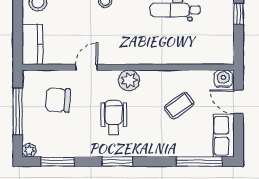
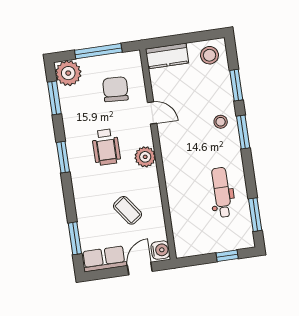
wheelchair: (114, 118) -> (106, 147), turned 90
plant: (29, 150) -> (68, 73), width x1.88, depth x1.88
window: (199, 162) -> (75, 238), width x0.69

